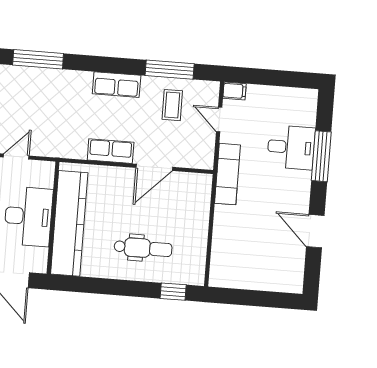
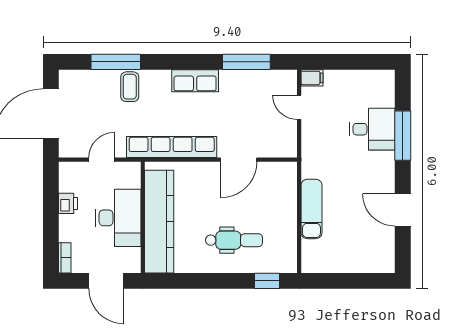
coffee table: (172, 105) -> (130, 87), moved
row of seats: (111, 151) -> (172, 147), width x2.02
exam couch: (227, 174) -> (312, 209), moved

